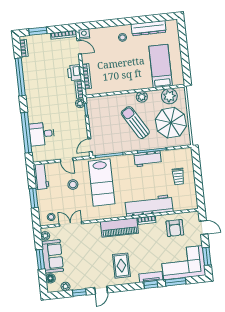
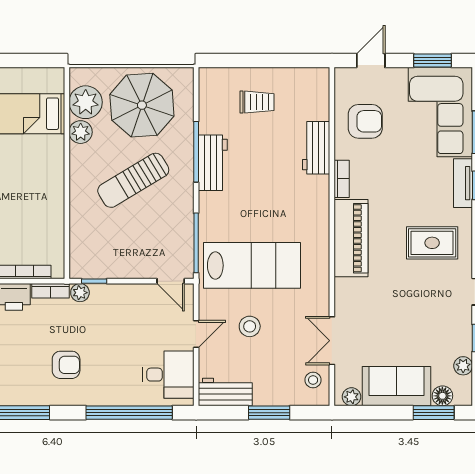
plant: (142, 97) -> (81, 132), moved
armchair: (45, 101) -> (66, 365), added
desk: (42, 134) -> (168, 375), moved, turned -90
workbench: (149, 206) -> (316, 148), width x0.53, depth x0.76
window: (40, 259) -> (434, 413), moved

